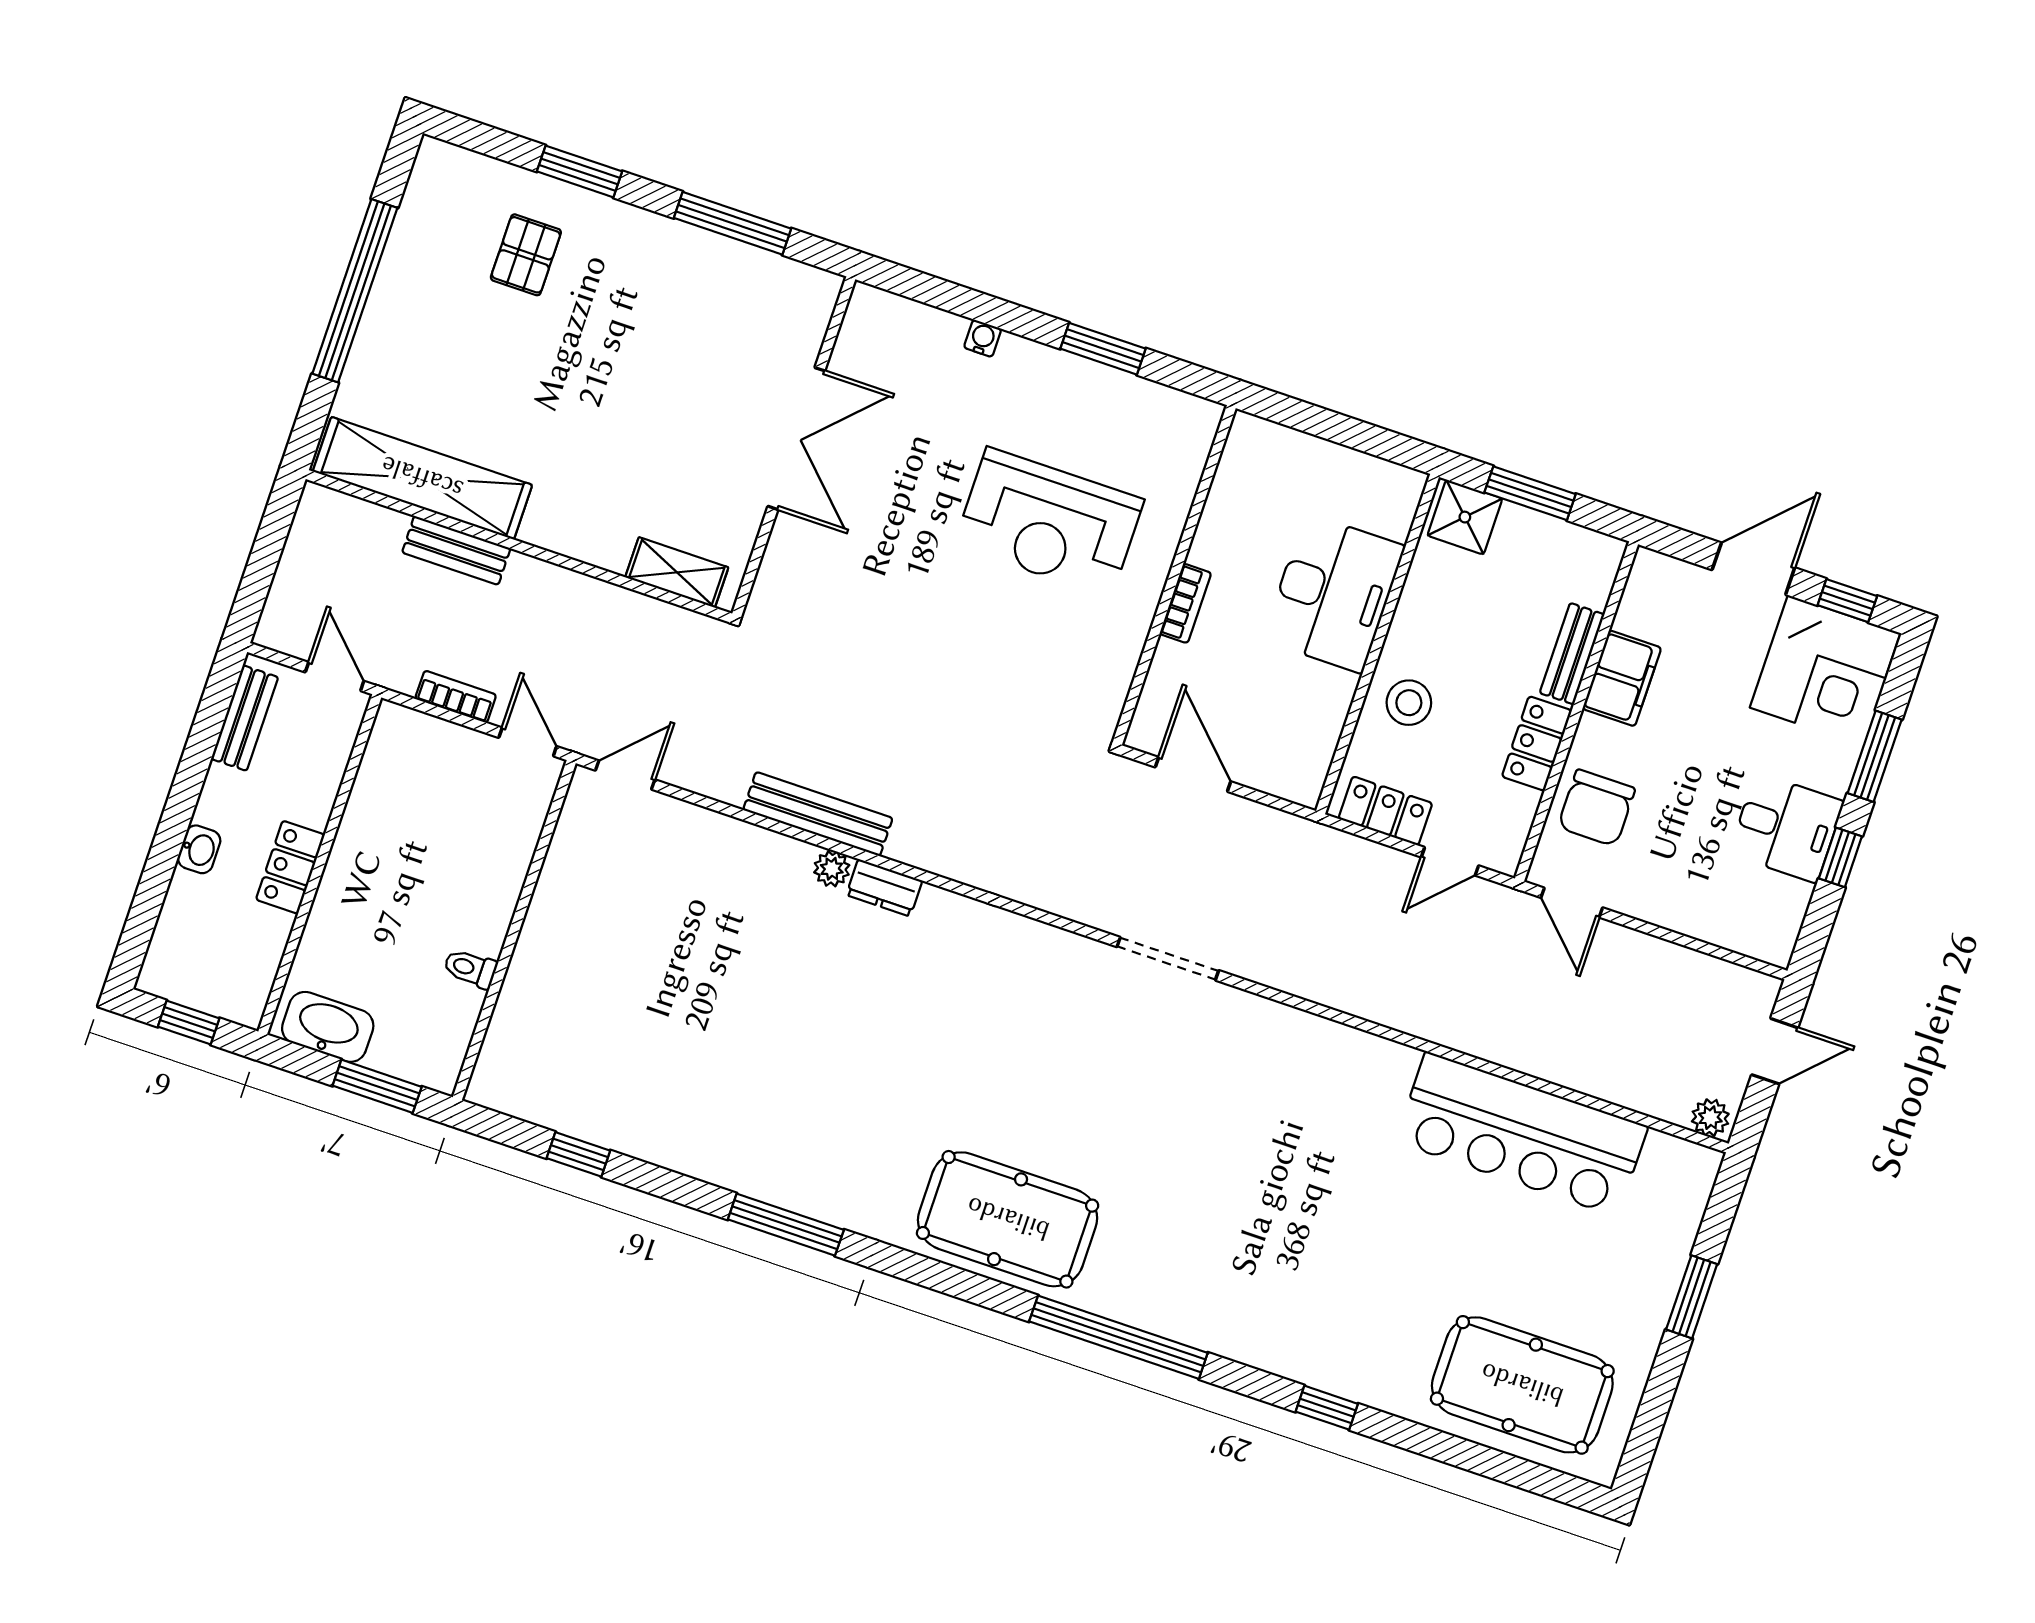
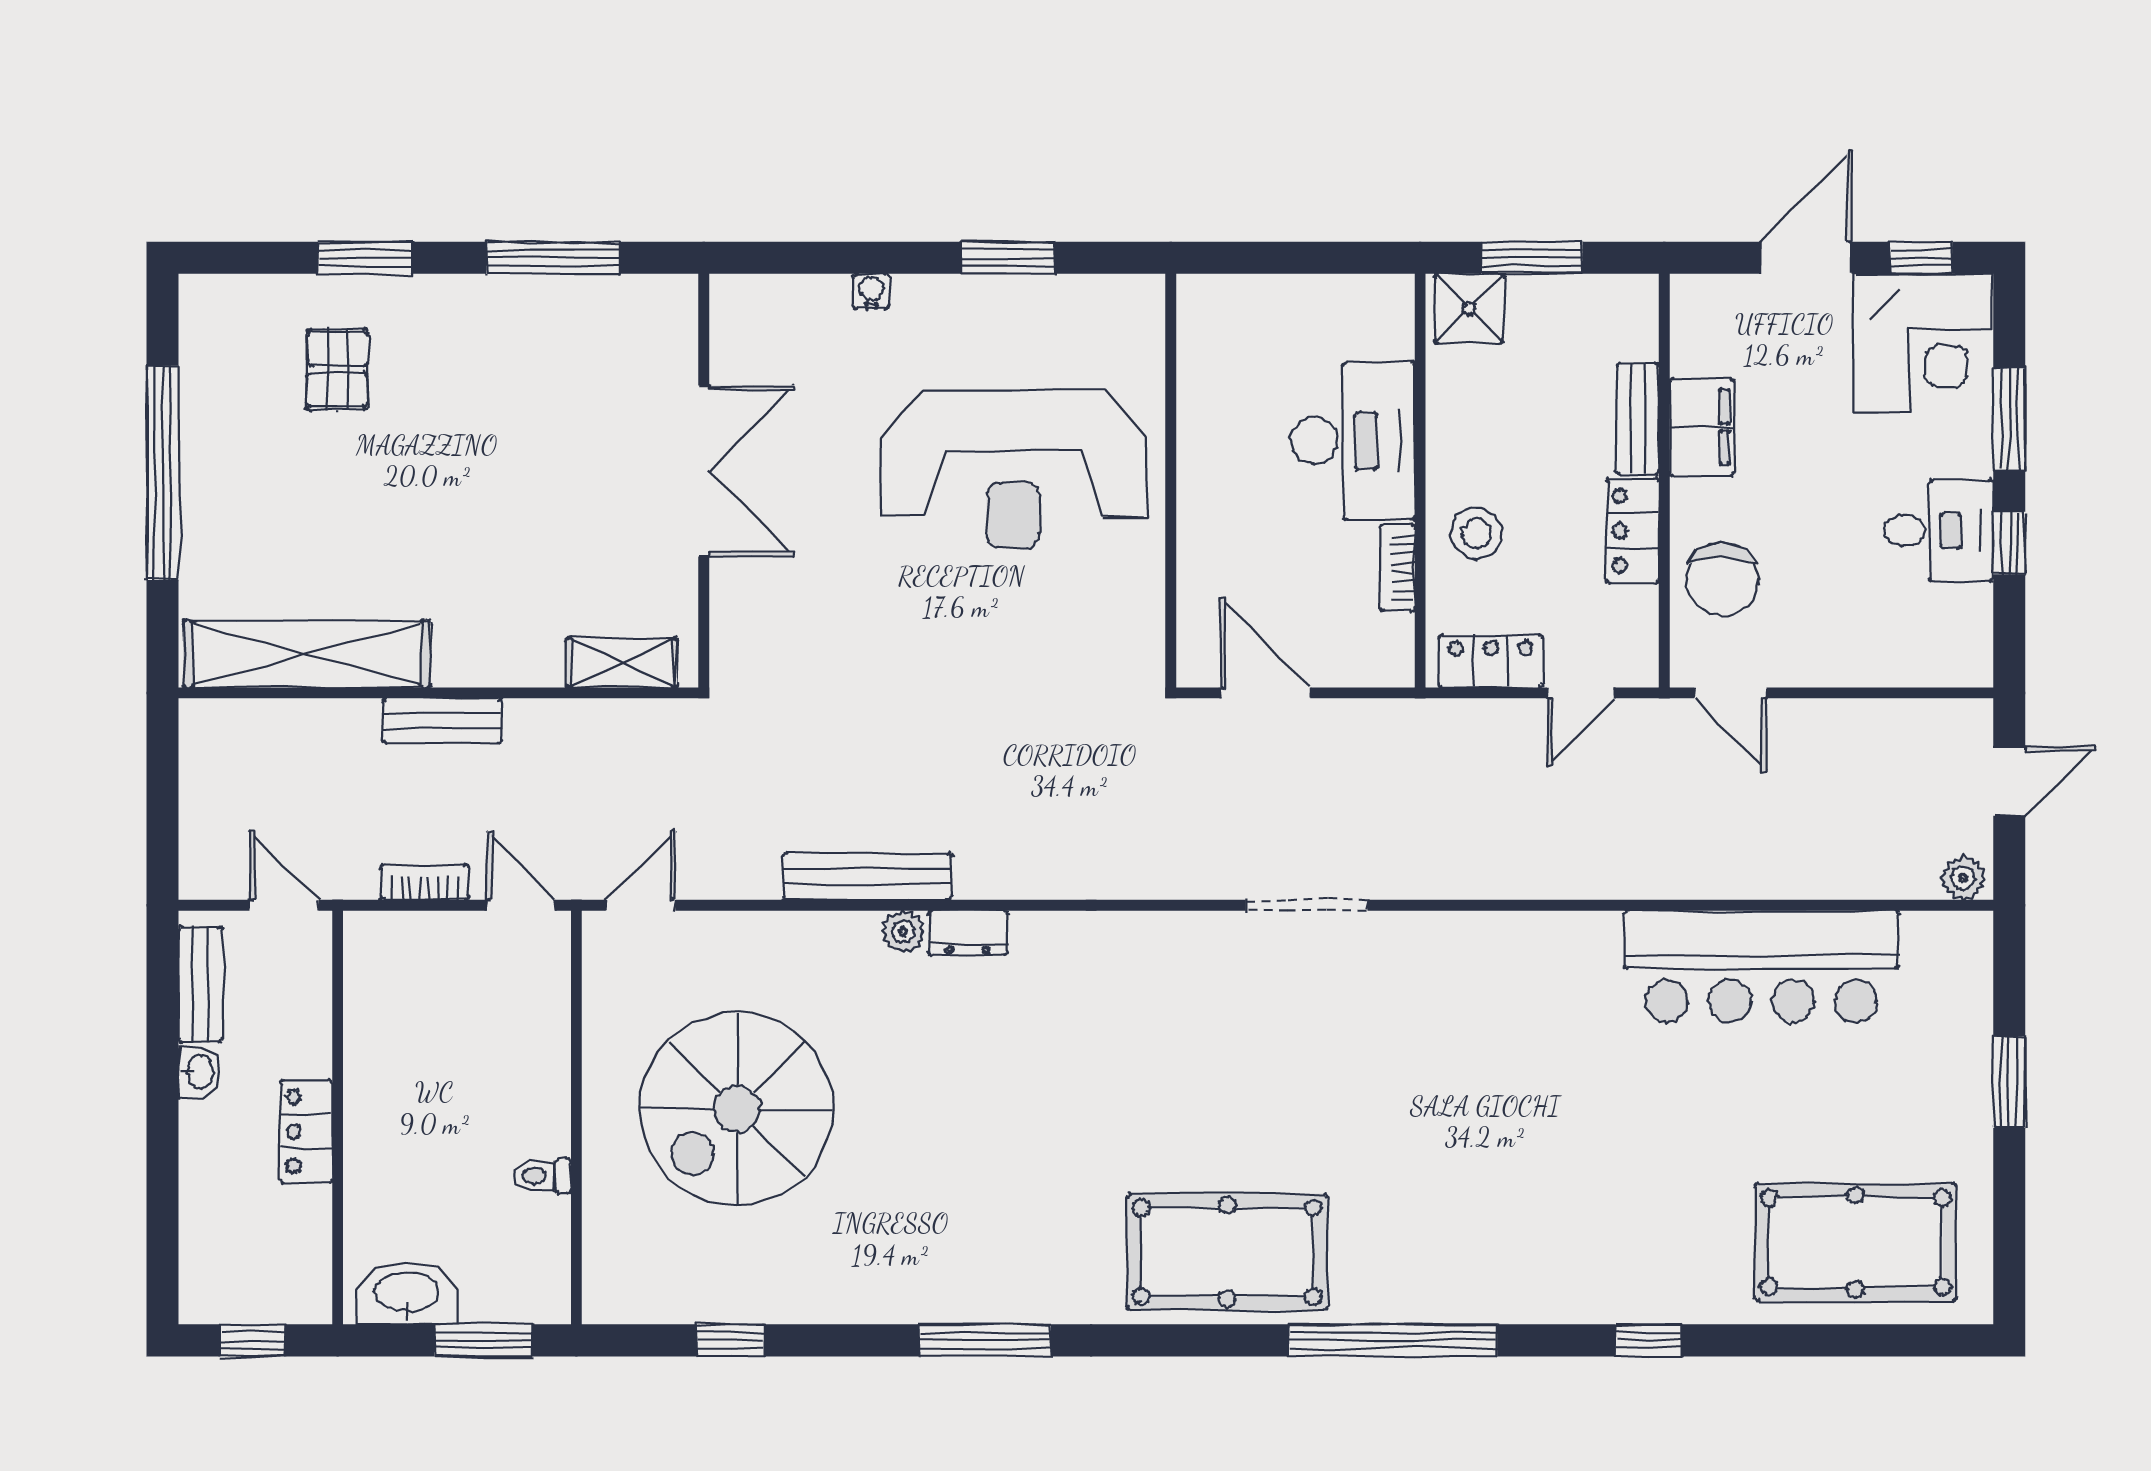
reception desk: (1049, 522) -> (1013, 469), width x1.36, depth x1.30
bench: (456, 550) -> (442, 721), moved
bookcase: (1185, 603) -> (1398, 568), moved, turned 180
washbasin: (199, 849) -> (199, 1072), moved
spiral stairs: (647, 968) -> (737, 1109), added

